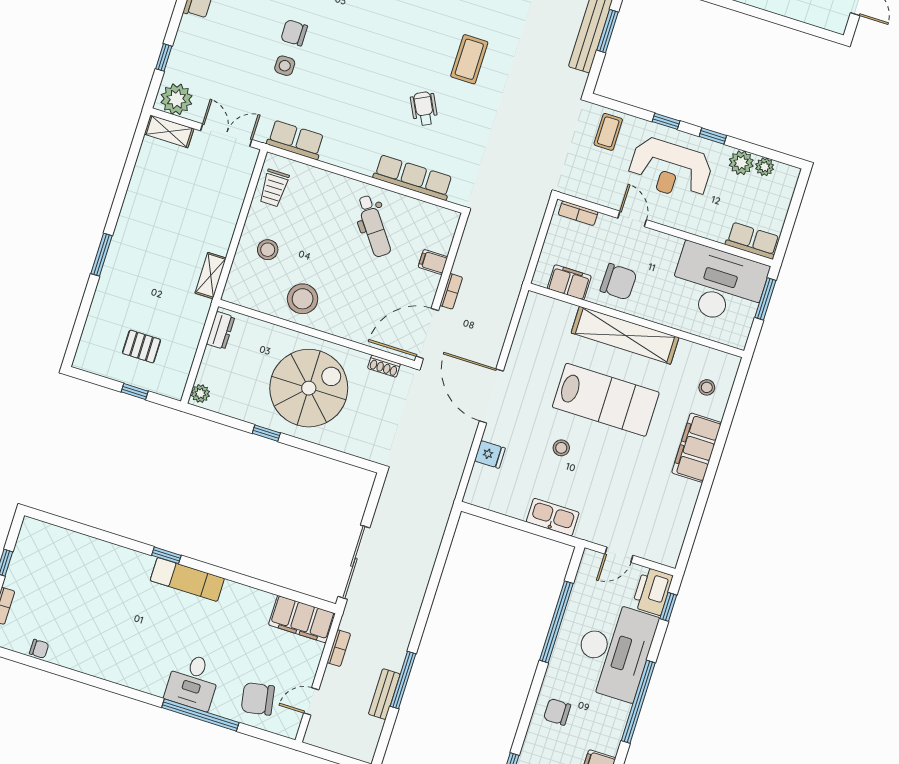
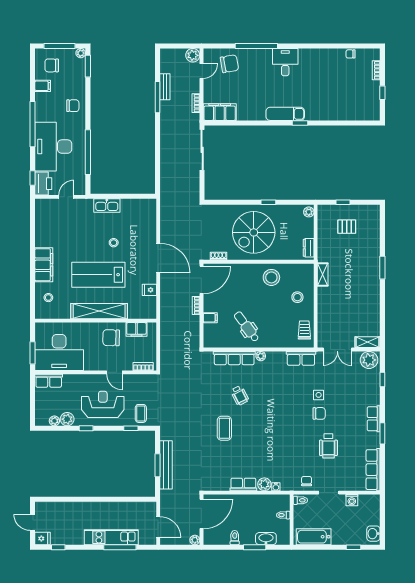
window: (666, 121) -> (131, 428), moved
plant: (365, 166) -> (261, 356), added
fridge: (490, 454) -> (149, 290), moved
desk: (193, 681) -> (285, 62), moved
plant: (318, 734) -> (193, 55), added

